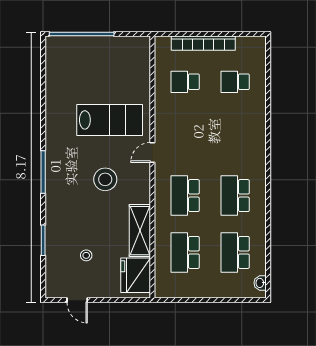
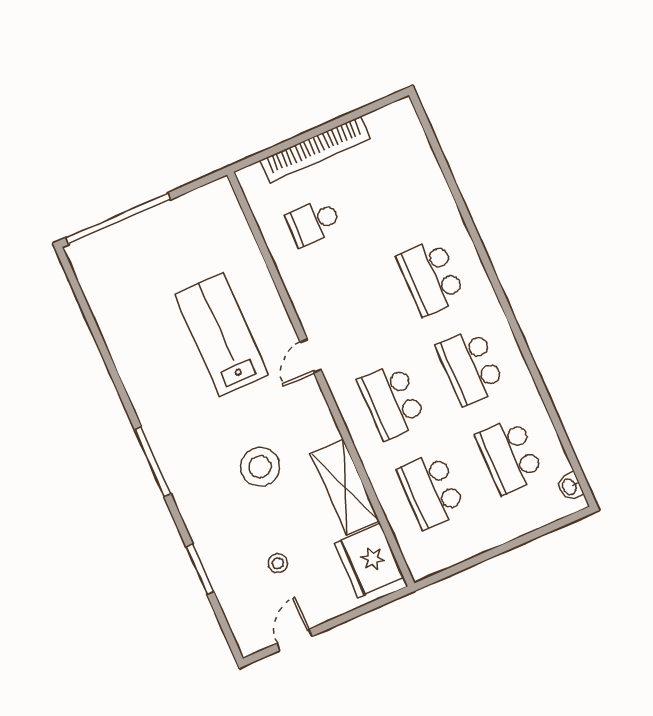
school desk: (235, 82) -> (431, 277), moved, width x1.85
lab bench: (110, 120) -> (221, 334), turned -90
stool: (105, 179) -> (260, 467), moved
door: (77, 300) -> (294, 640), swing flipped

